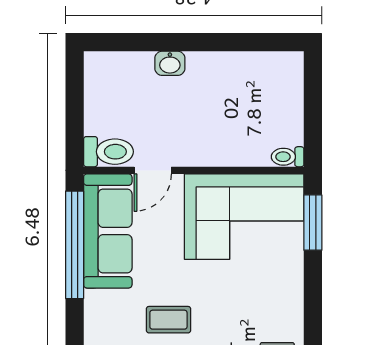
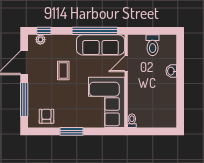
toilet: (108, 152) -> (153, 45), moved
door: (153, 170) -> (126, 64), hinge flipped
window: (313, 223) -> (71, 131), moved

